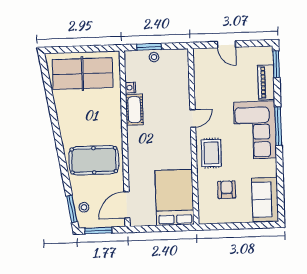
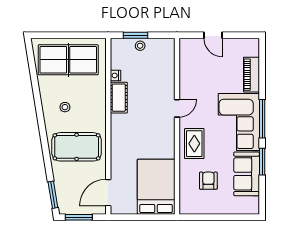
window: (276, 64) -> (262, 162), moved
sofa: (265, 199) -> (247, 174), moved
stool: (84, 207) -> (65, 107), moved

